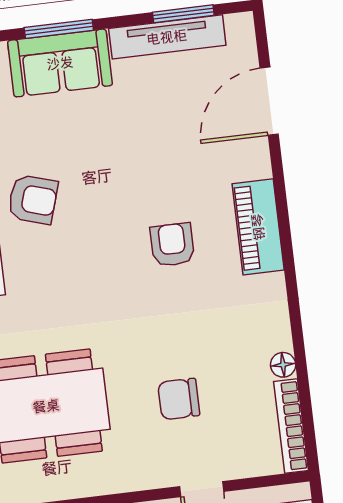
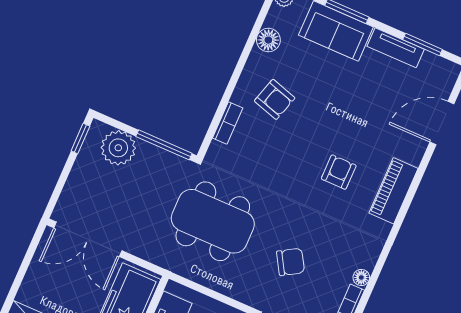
tv unit: (167, 37) -> (396, 48), width x0.71
chair: (179, 399) -> (291, 262), turned 149

